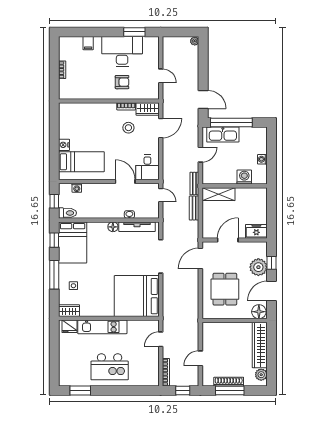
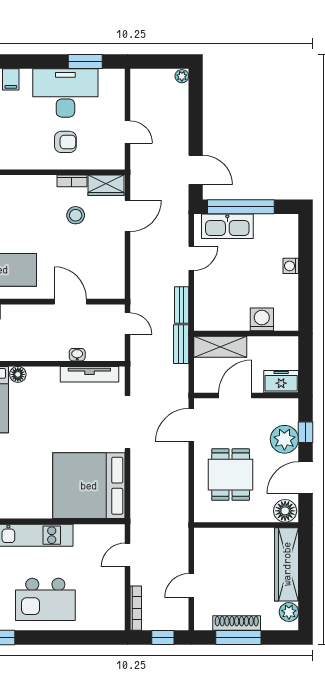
desk: (147, 167) -> (106, 279), removed
washing machine: (244, 177) -> (262, 319), moved
wall: (235, 186) -> (246, 334), moved
shelving: (218, 194) -> (220, 347), moved
floor lamp: (113, 227) -> (18, 374), moved

